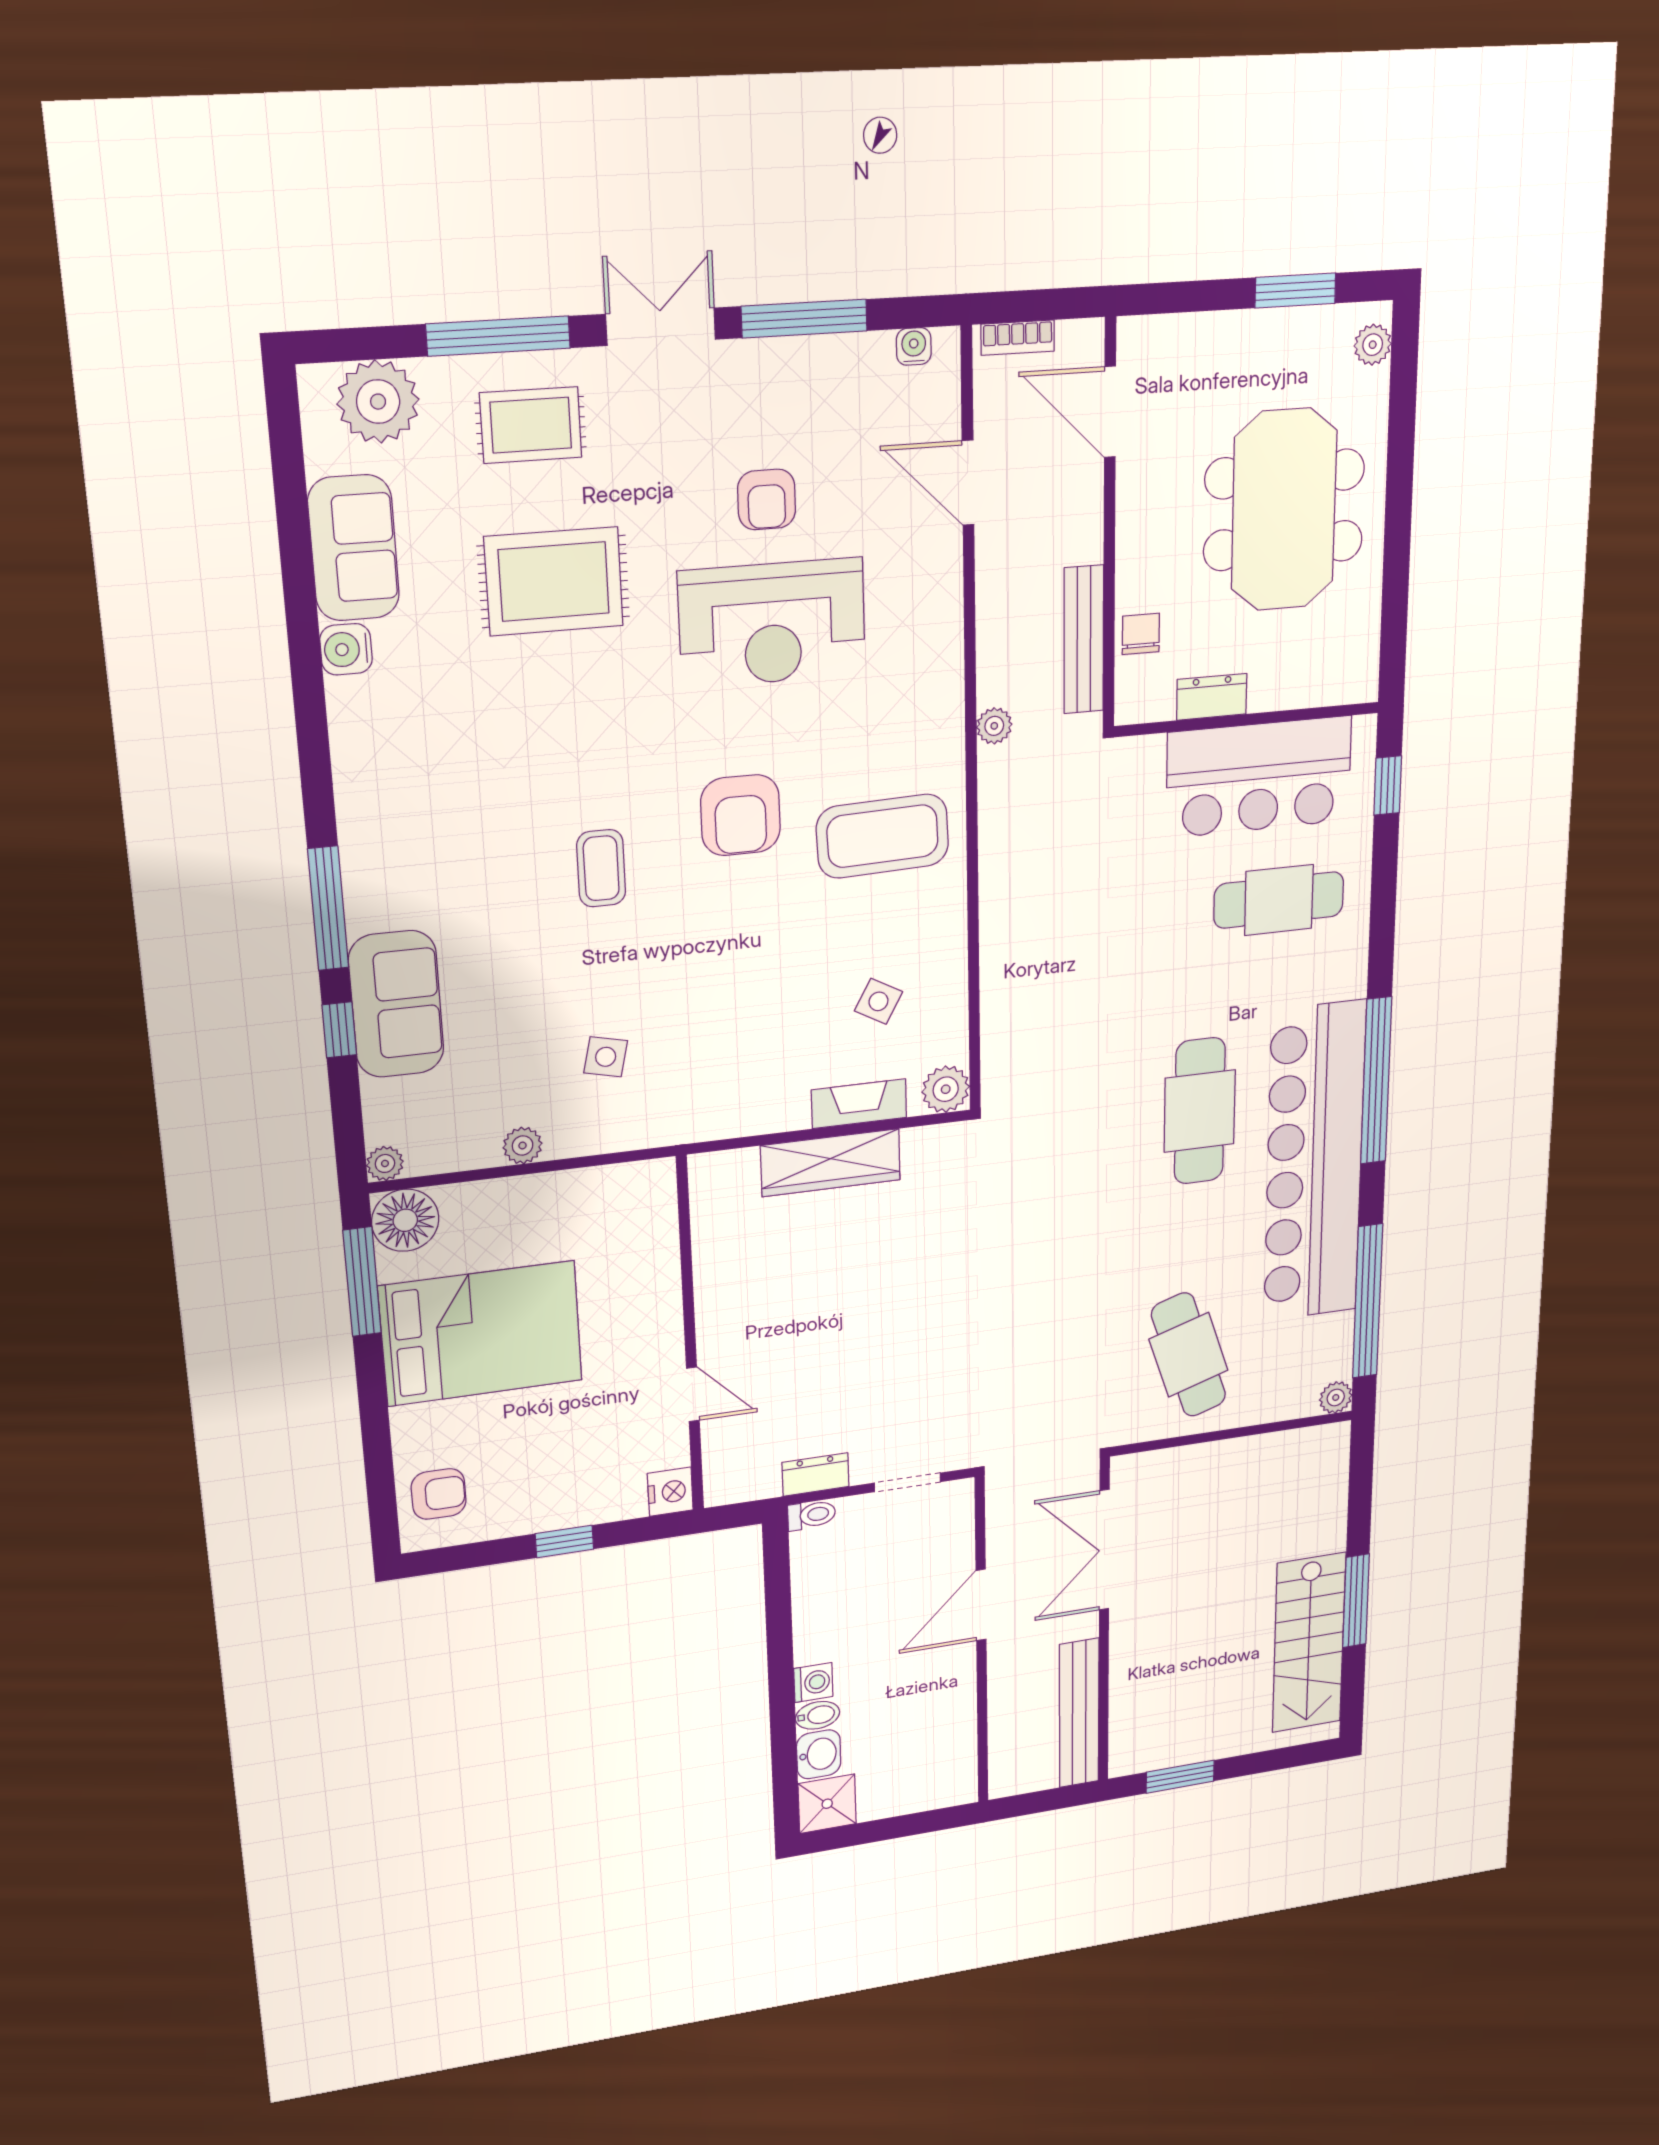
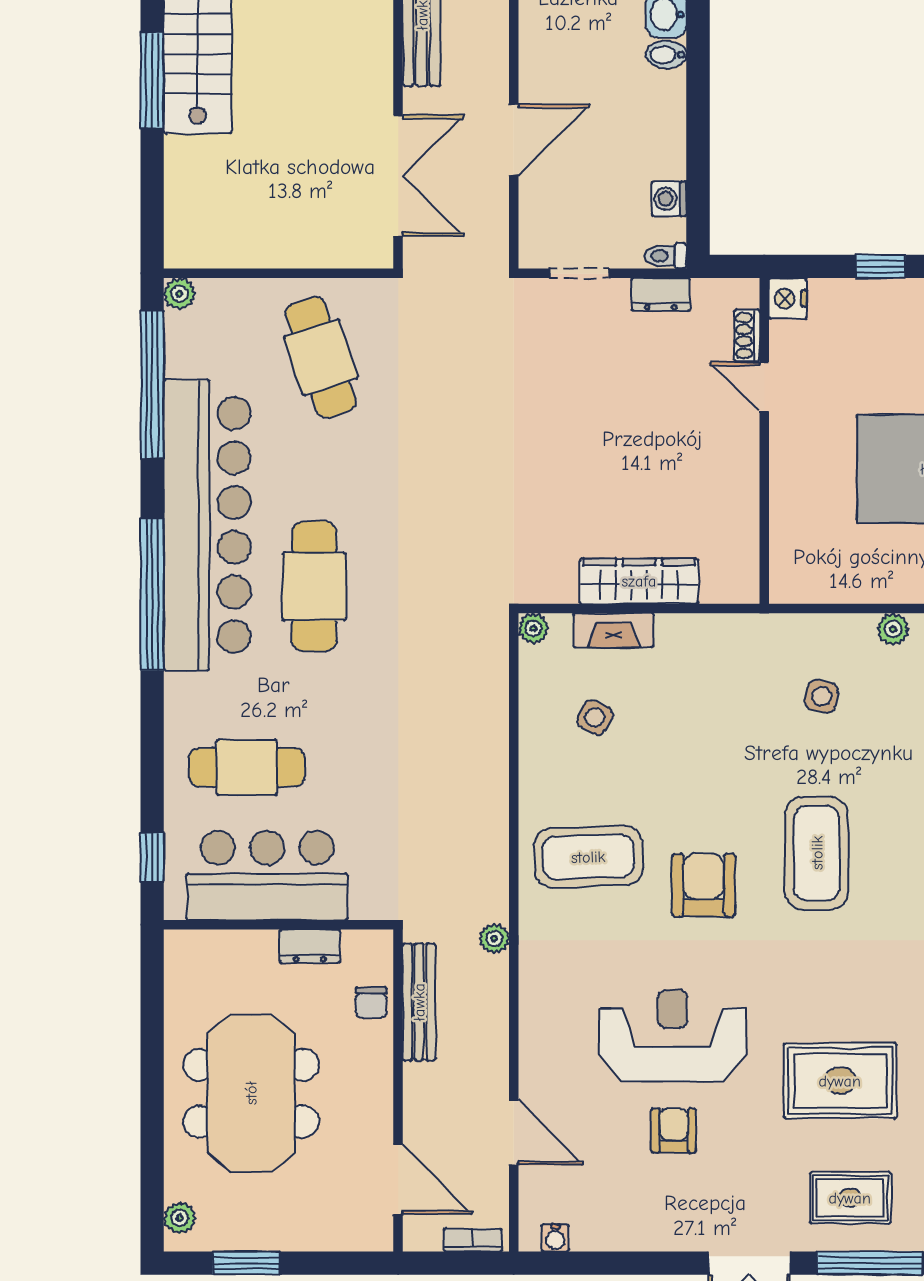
window: (804, 319) -> (640, 1263), removed
coffee table: (601, 868) -> (817, 853), width x1.86, depth x1.72
plant: (946, 1089) -> (533, 628), width x0.73, depth x0.73
shoe rack: (715, 1446) -> (747, 335), added
washing machine: (813, 1682) -> (669, 199), moved

